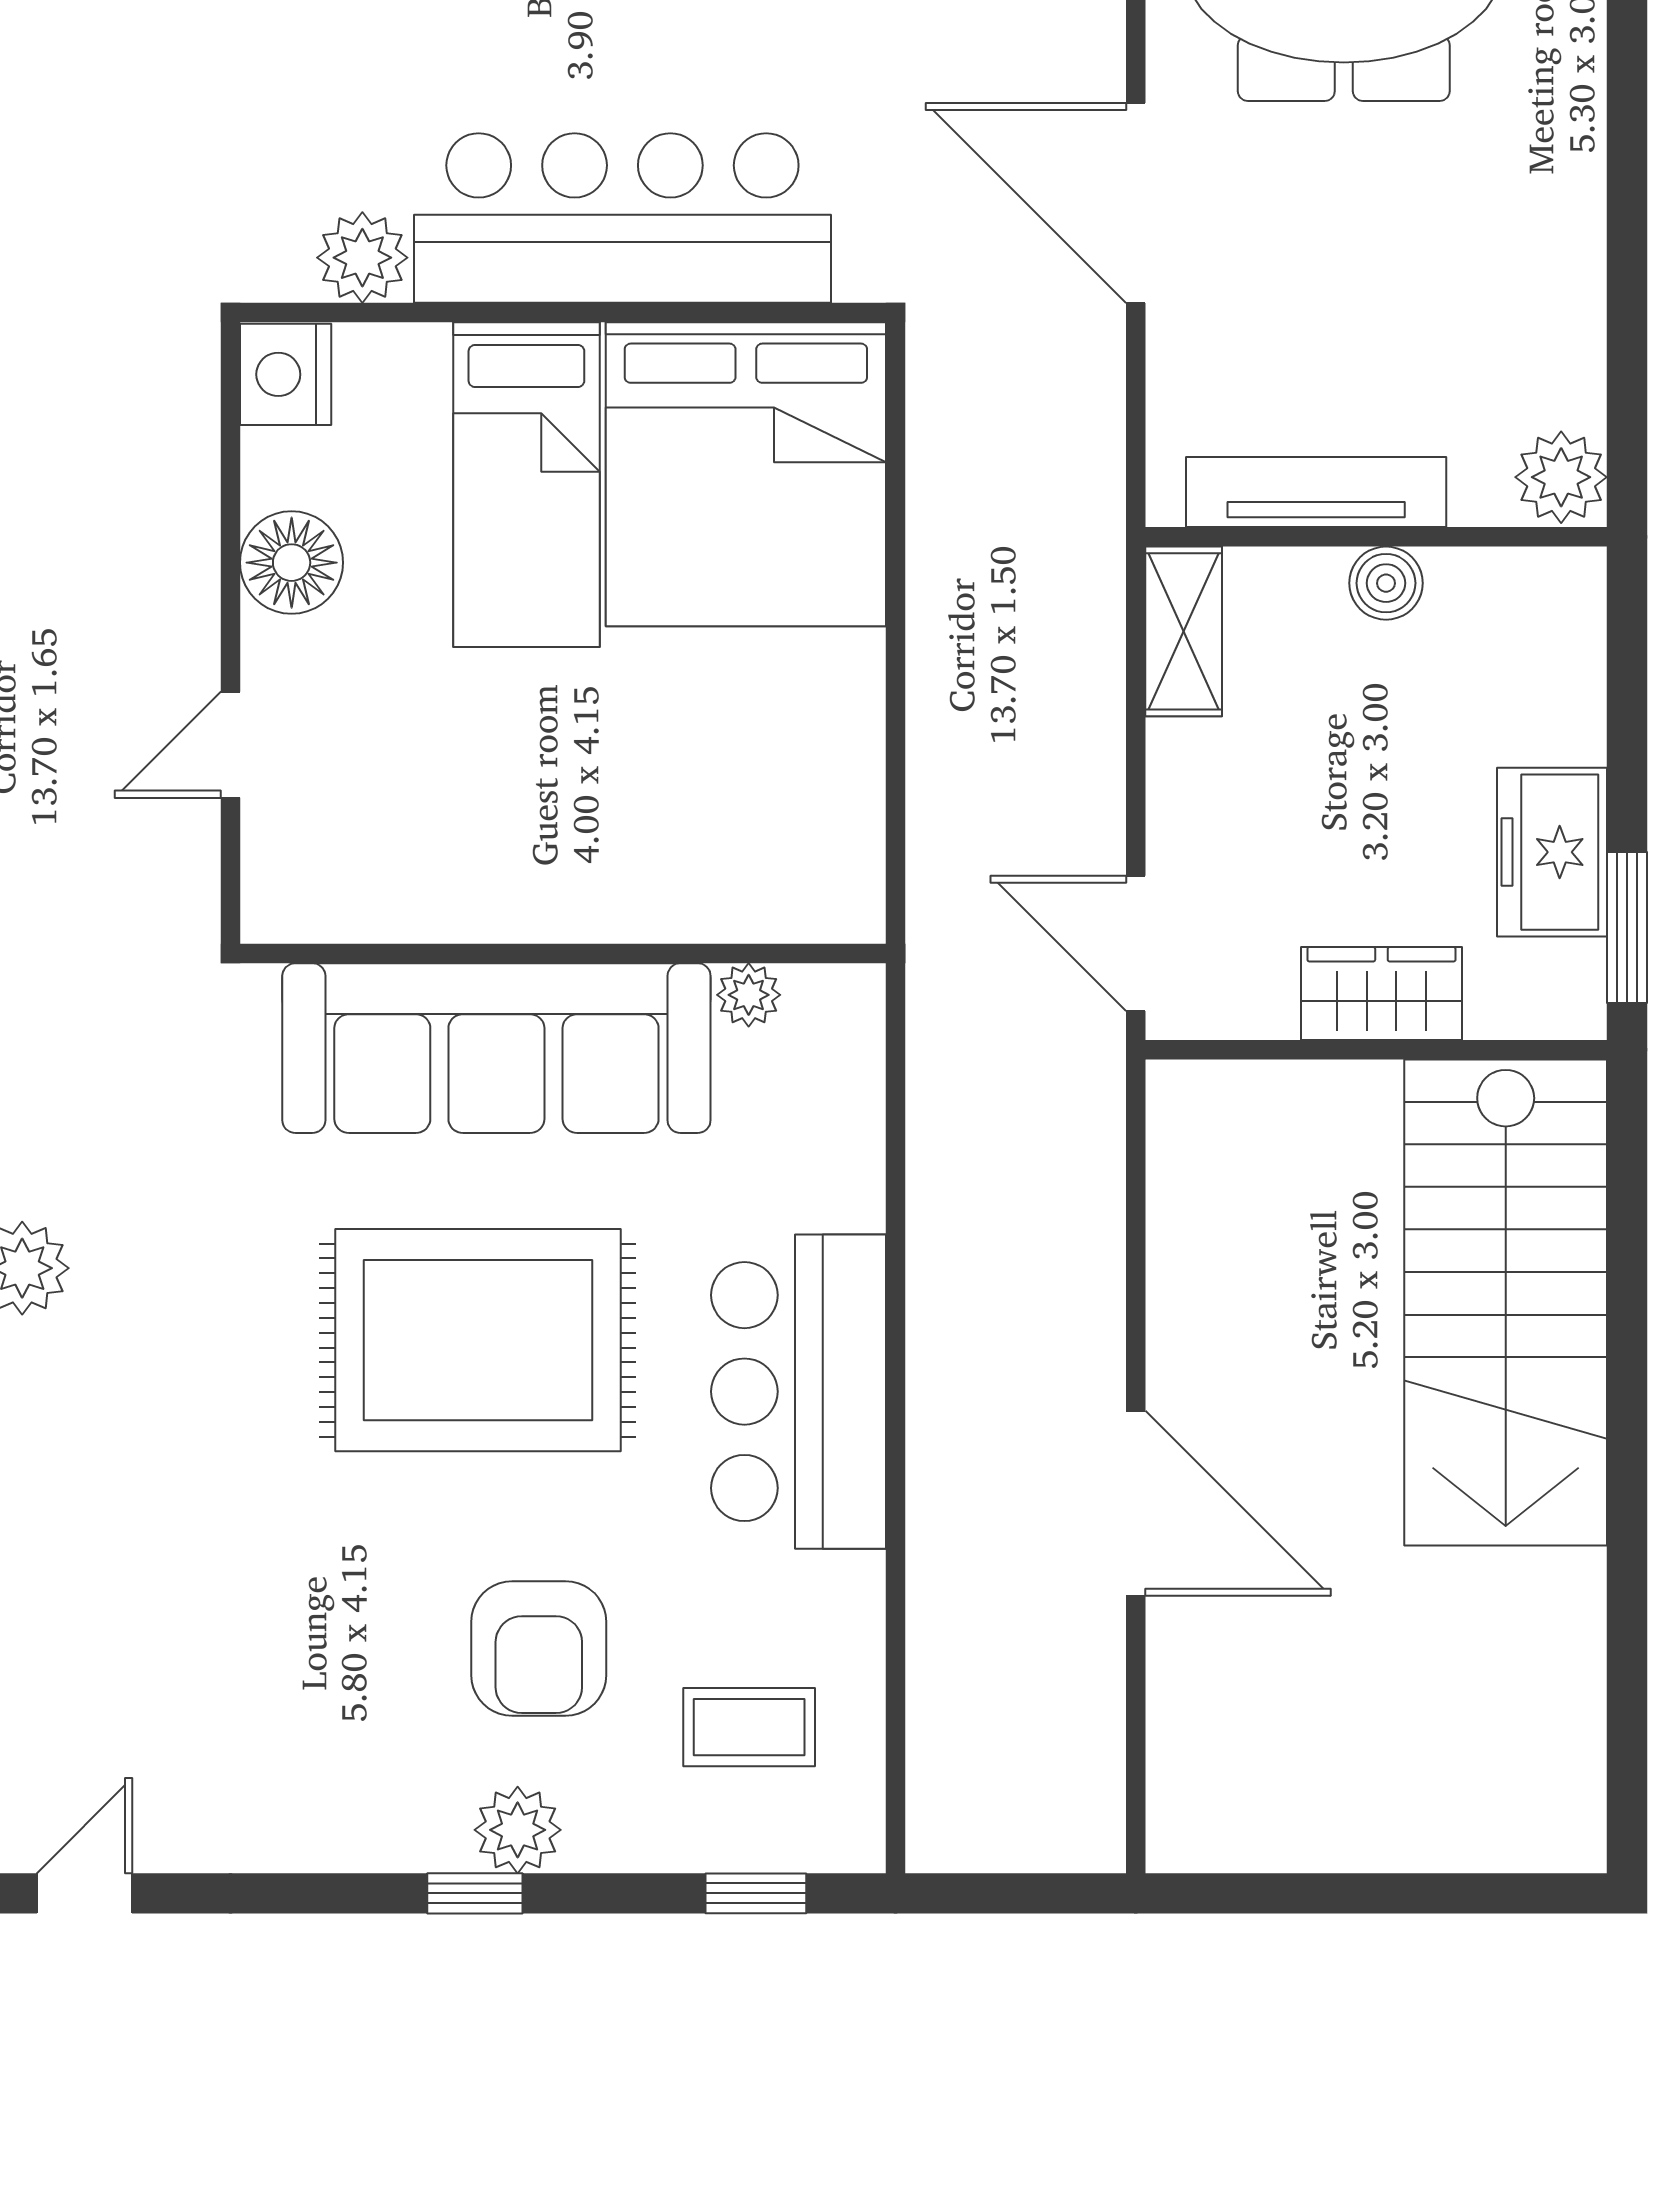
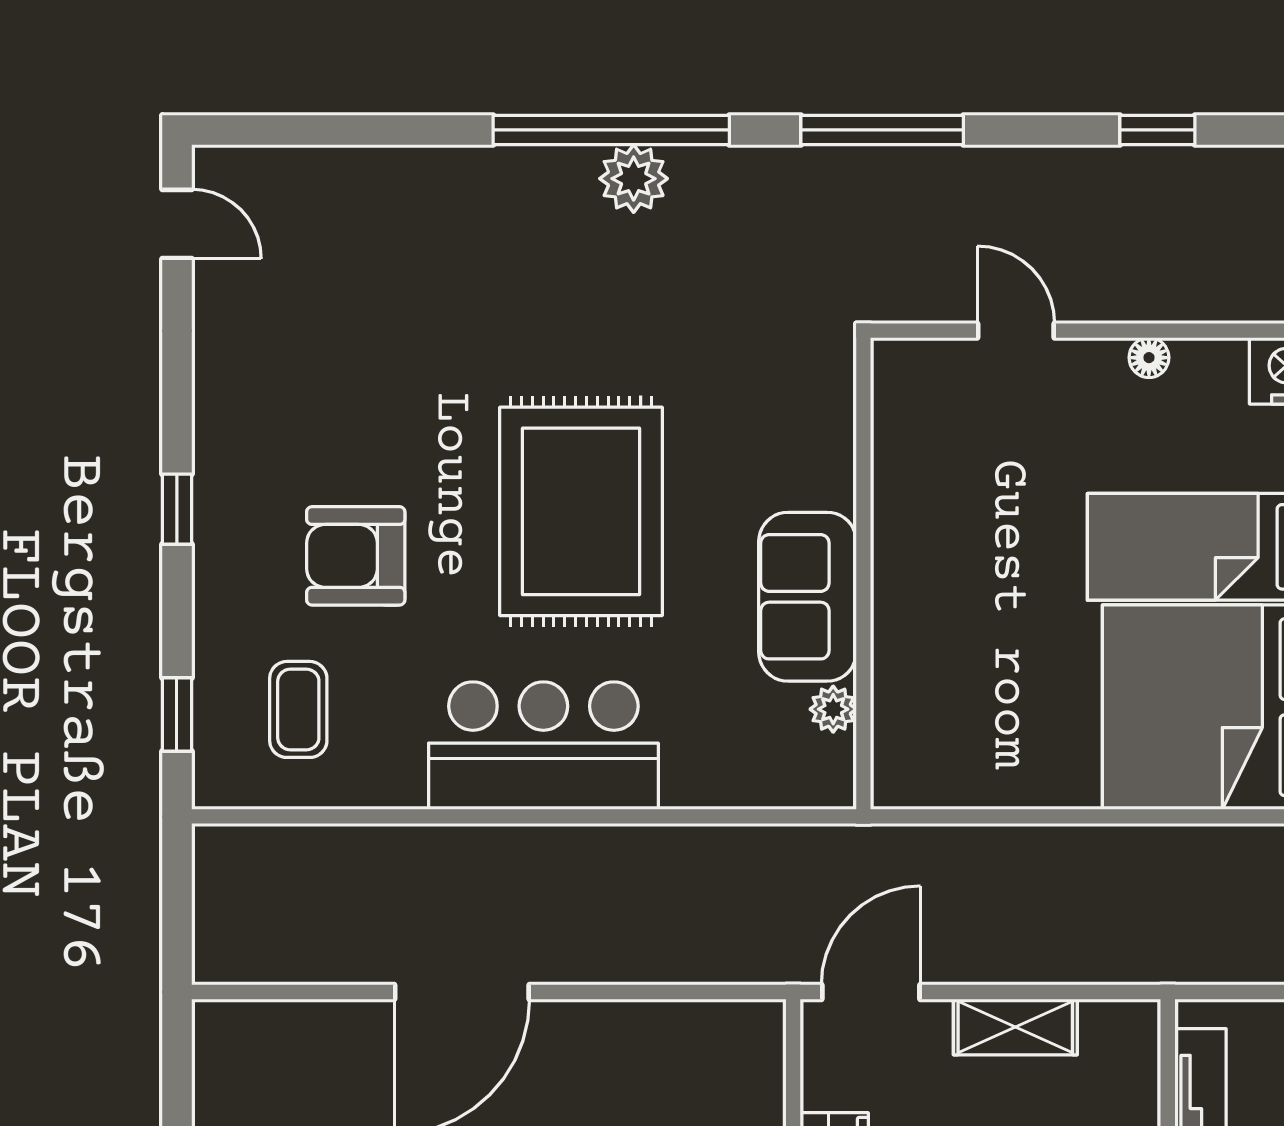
floor lamp: (292, 563) -> (1149, 358), width x0.53, depth x0.53
shelving: (1184, 631) -> (1015, 1027), moved
sofa: (496, 1048) -> (808, 597), width x0.54, depth x0.79
plant: (518, 1830) -> (223, 540), removed

